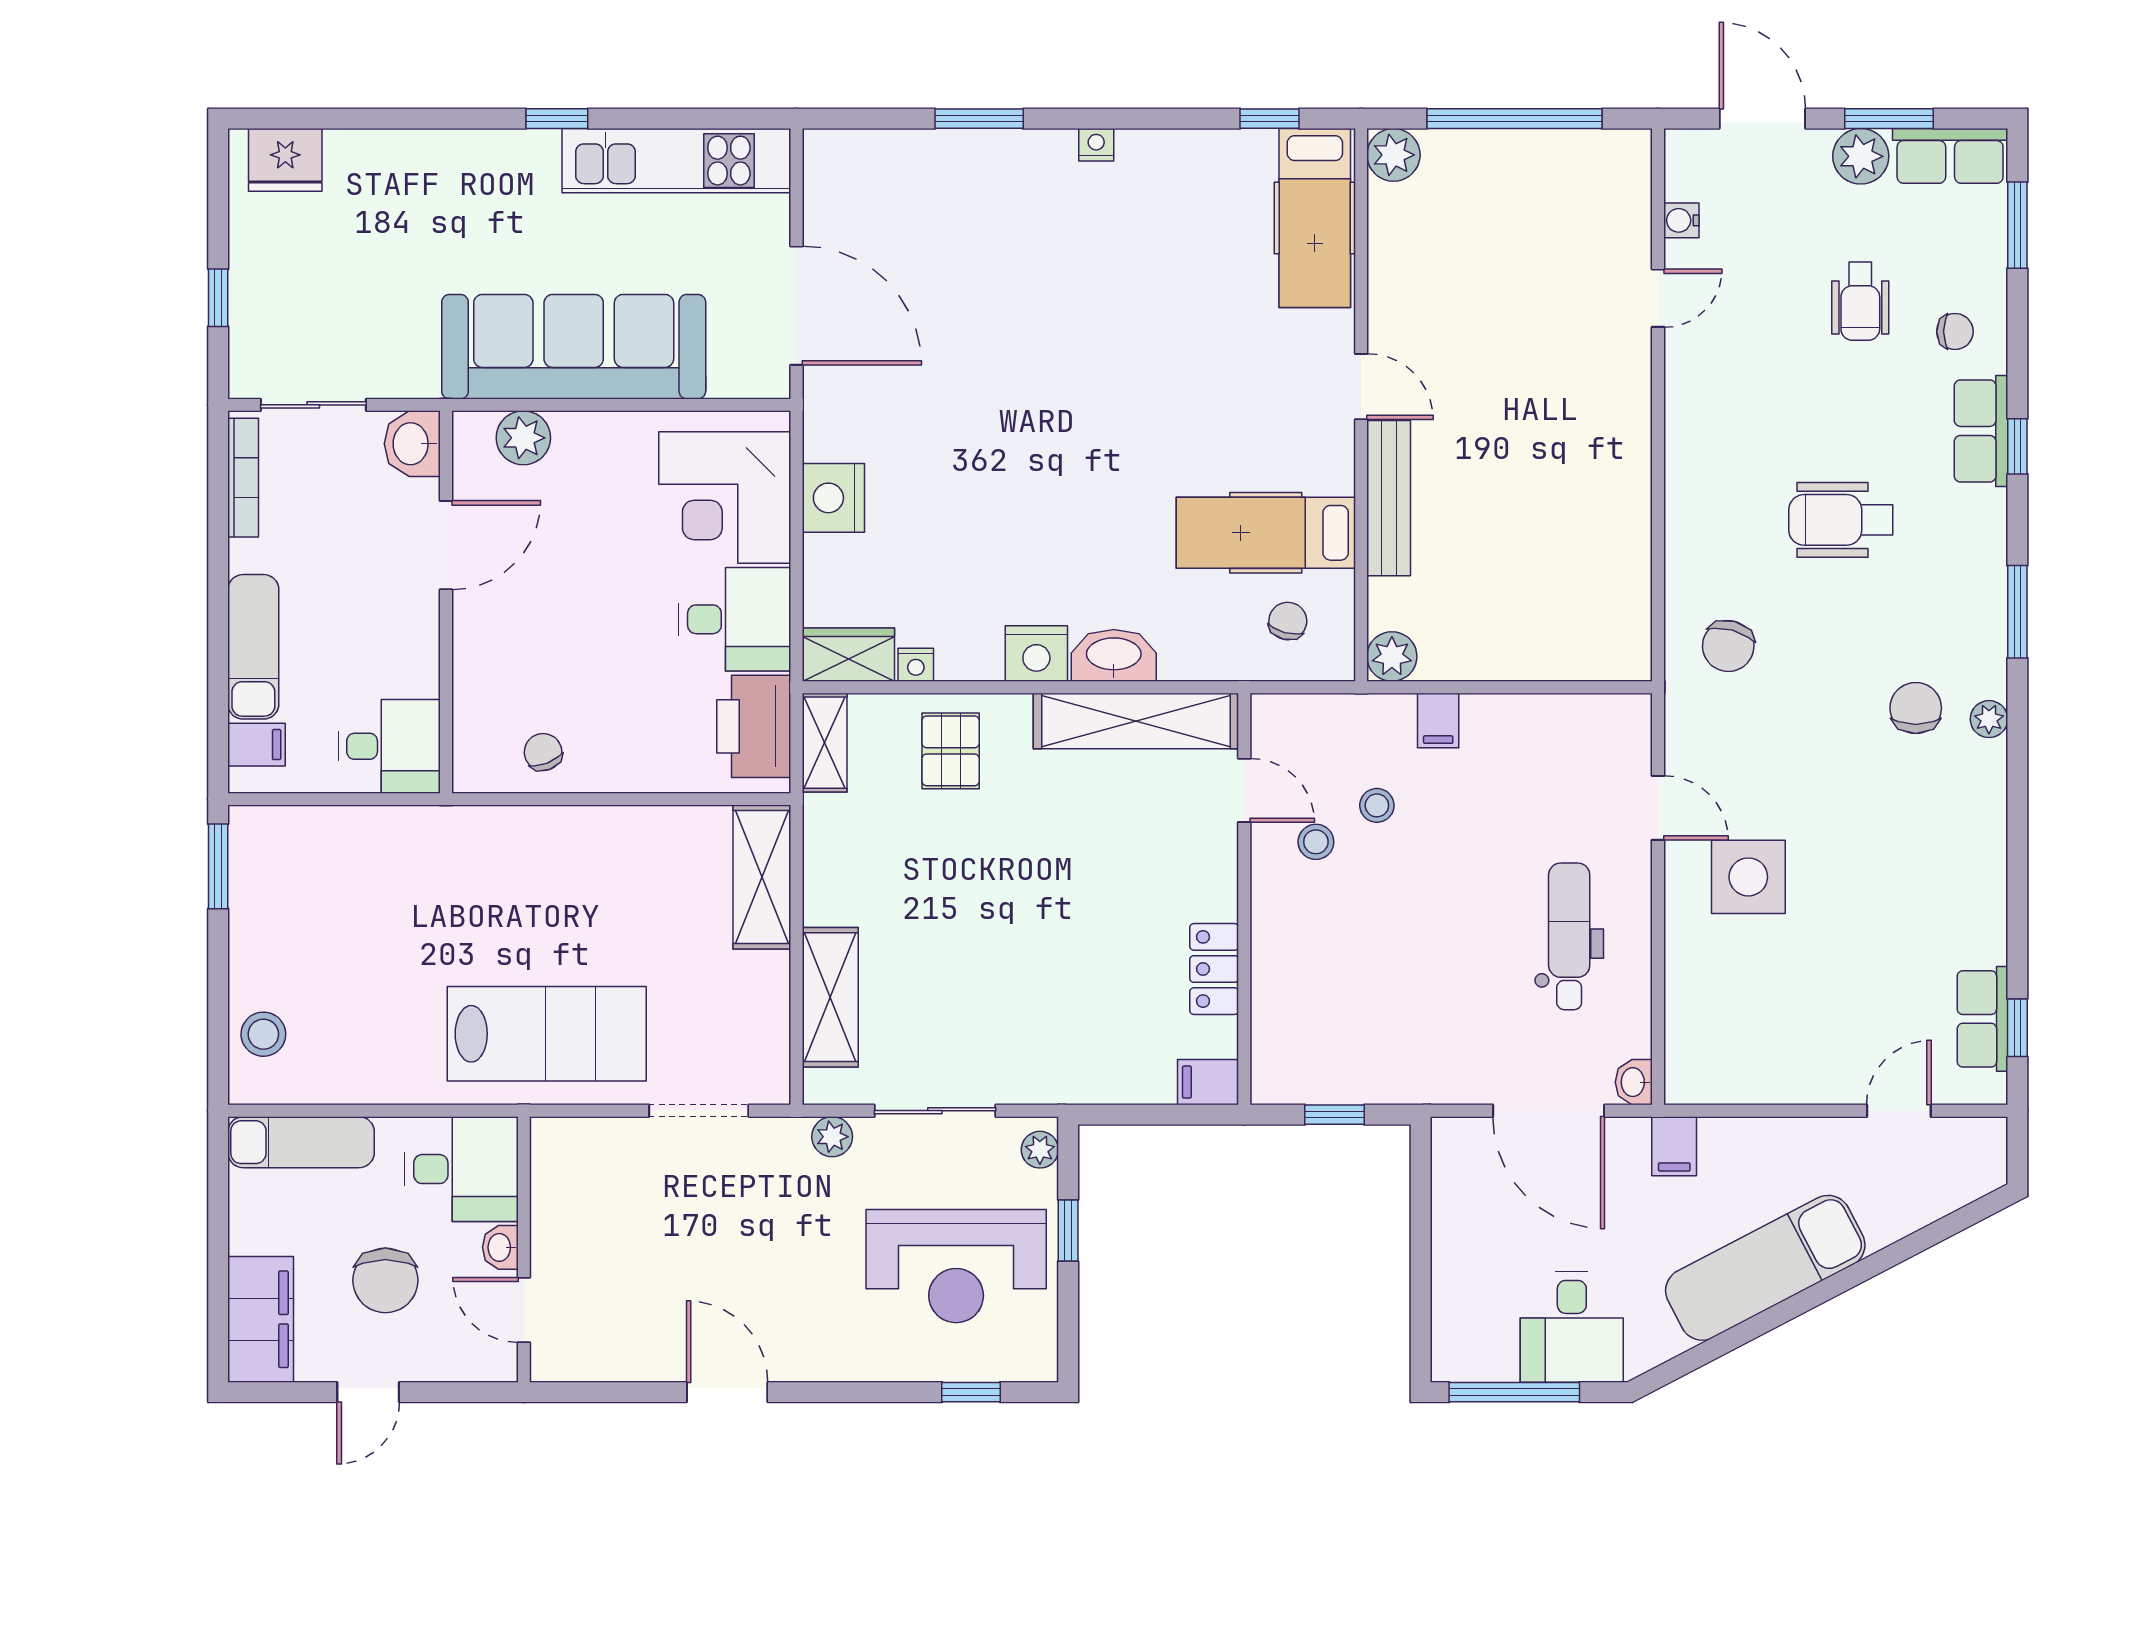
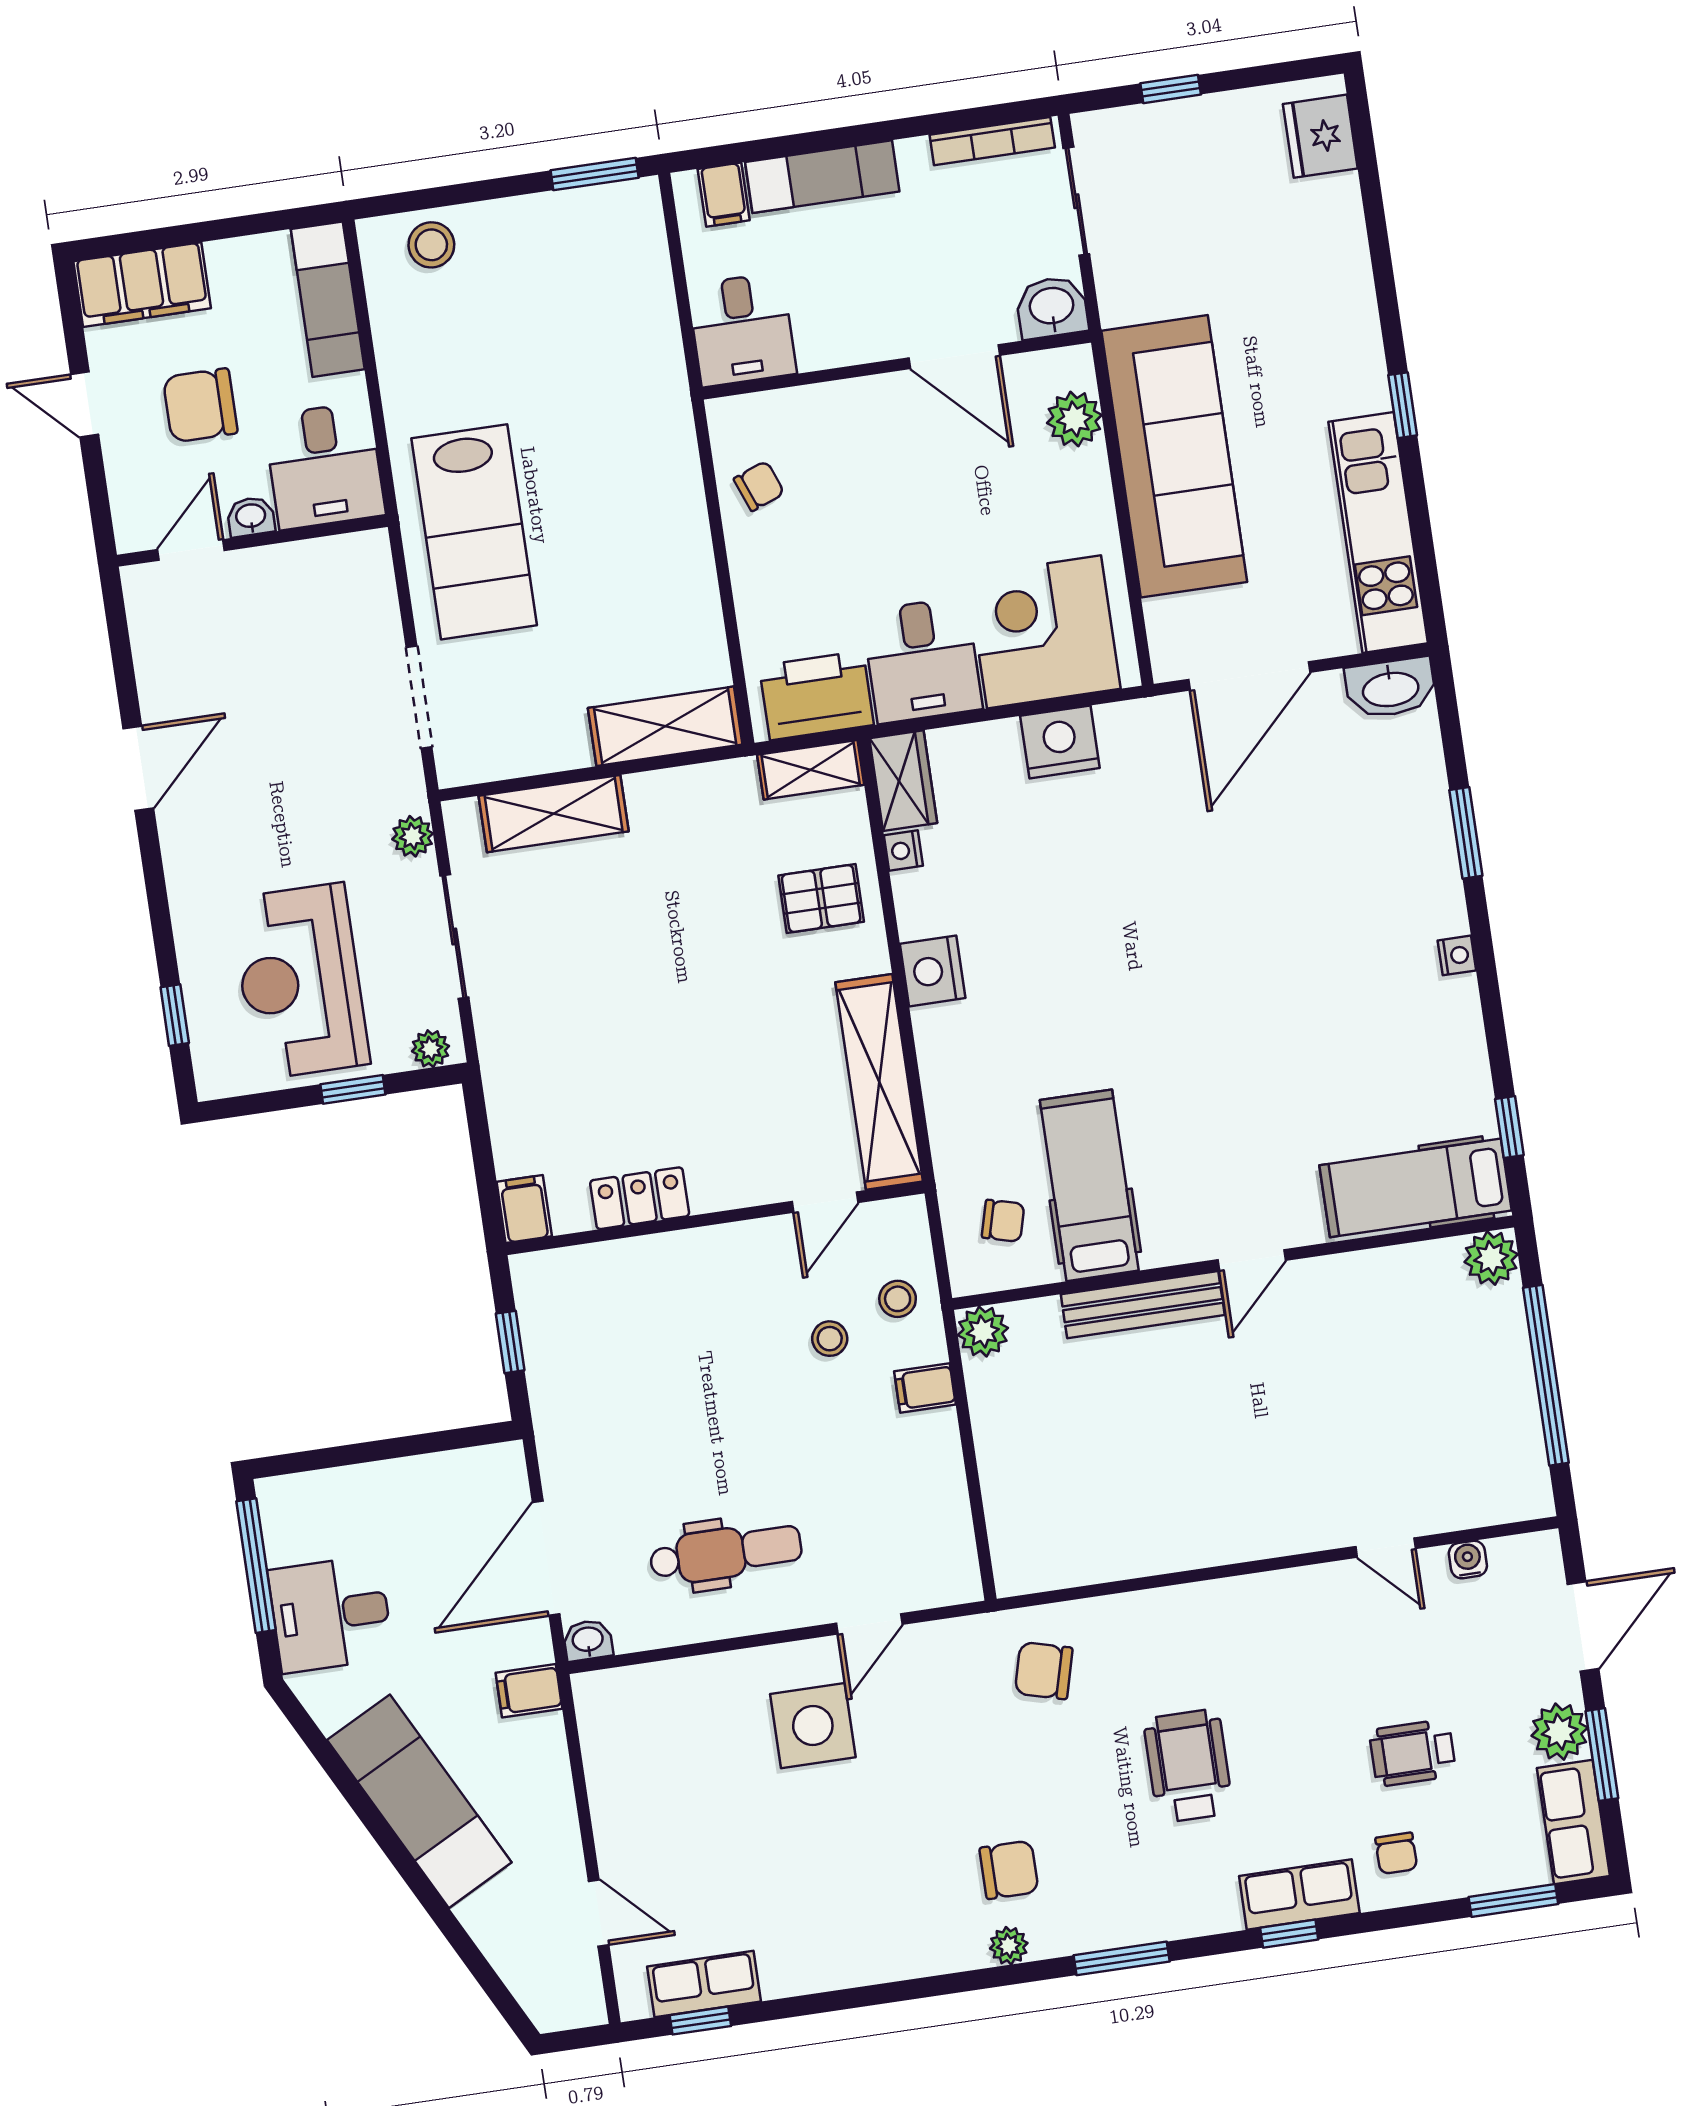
washbasin: (1114, 655) -> (1390, 688), moved, turned 90
stool: (1316, 842) -> (898, 1299), moved

